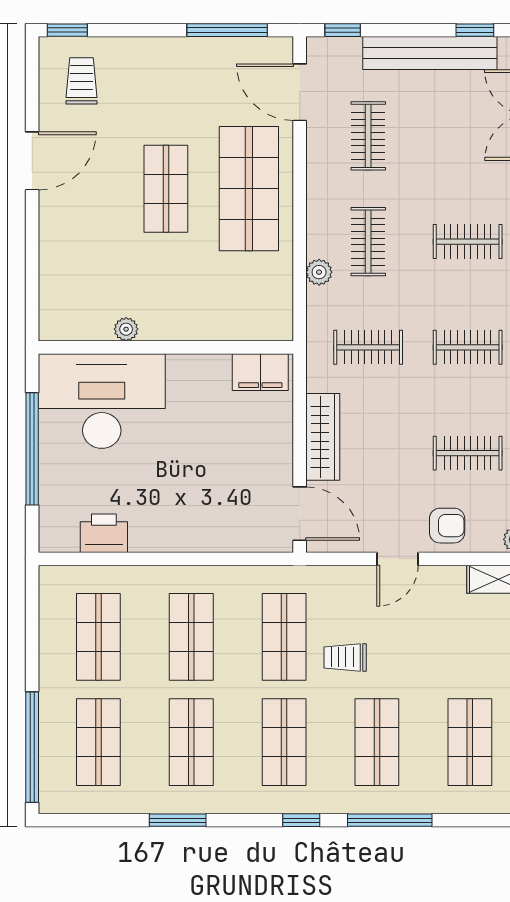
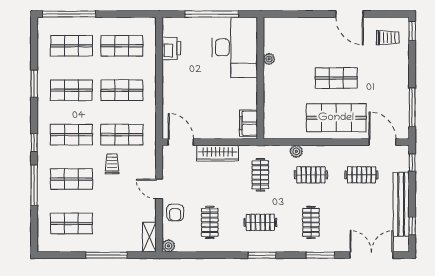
door: (300, 92) -> (382, 142), hinge flipped
clothes rail: (468, 347) -> (260, 222), turned 90
door: (300, 514) -> (181, 142), swing flipped

